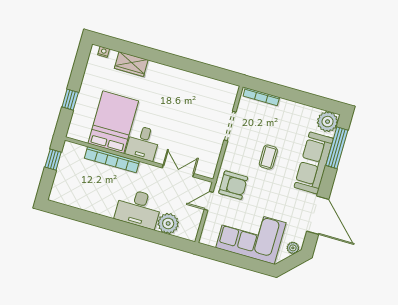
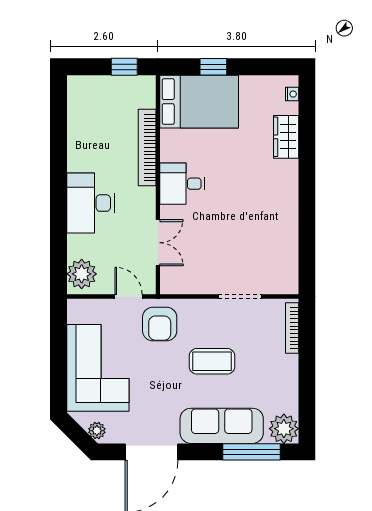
bed: (113, 122) -> (199, 102), moved
coffee table: (268, 157) -> (212, 361), width x1.36, depth x1.30
plant: (168, 223) -> (82, 274), moved

